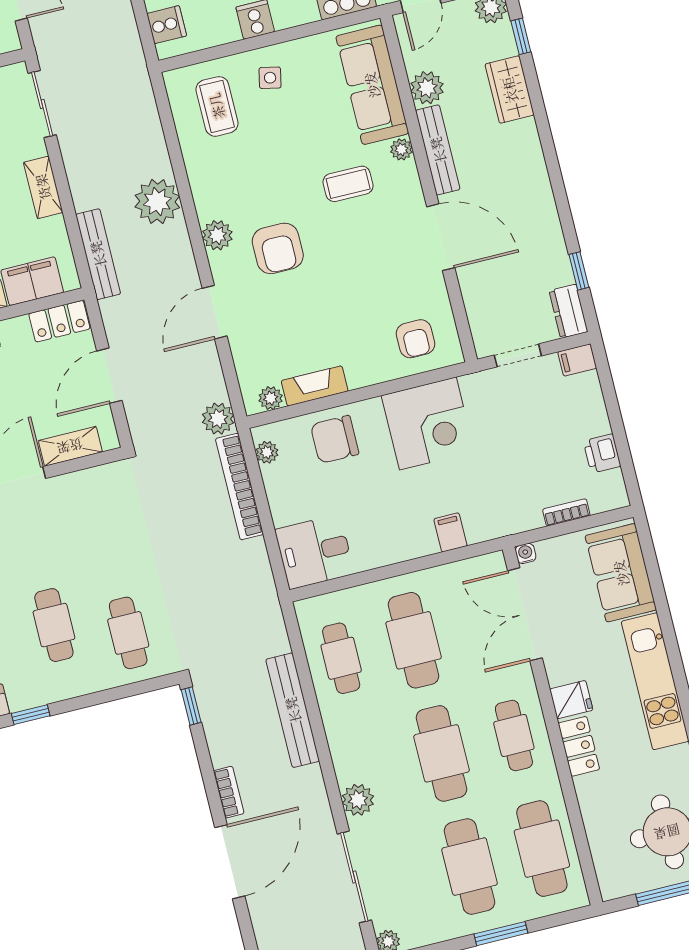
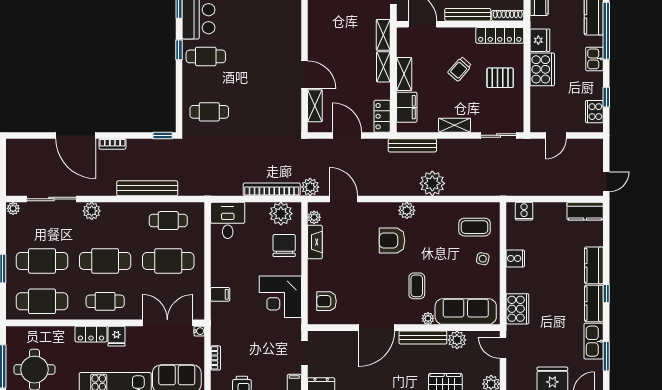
door: (215, 312) -> (344, 199), moved
plant: (267, 452) -> (281, 214), width x1.88, depth x1.88
cafe table: (54, 625) -> (206, 56), moved

